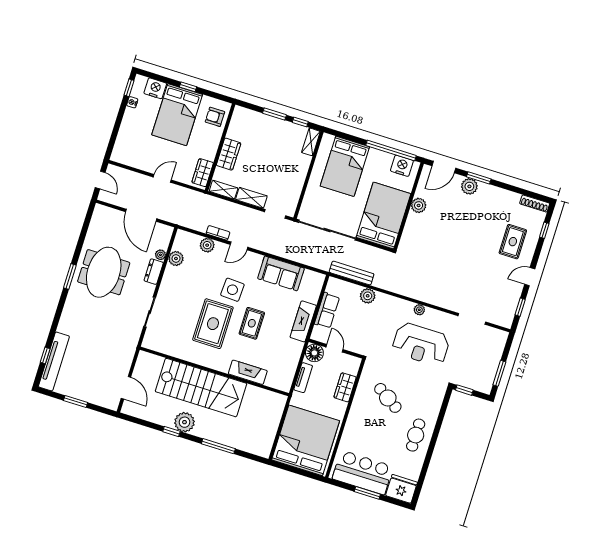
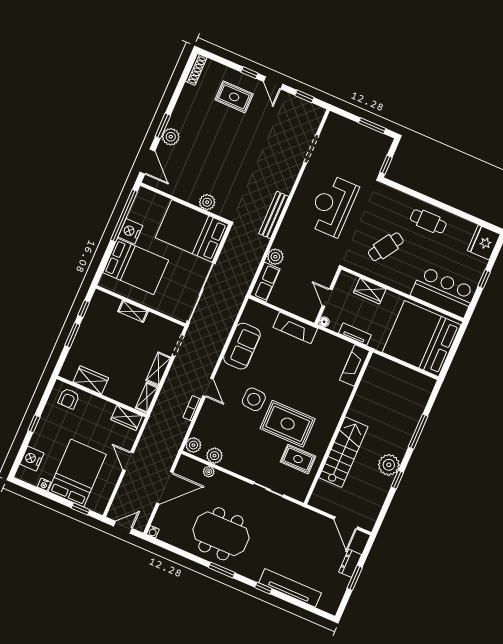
window: (129, 88) -> (80, 509), moved
bed: (177, 115) -> (77, 473), moved, turned -90
shelving: (311, 142) -> (133, 311), moved
wardrobe: (229, 154) -> (91, 380), moved
nightstand: (402, 166) -> (130, 231), moved
plant: (419, 205) -> (207, 202), moved
water cooler: (99, 209) -> (153, 532), added
window: (544, 230) -> (249, 73), moved
plant: (207, 245) -> (193, 445), moved
dresser: (154, 272) -> (350, 563), moved, turned 90
bench: (352, 273) -> (274, 215), moved
row of seats: (327, 310) -> (265, 282), moved, turned 90
plant: (419, 310) -> (296, 204), removed
rug: (252, 323) -> (298, 459), moved
reception desk: (421, 344) -> (332, 206), turned 180
door: (334, 348) -> (327, 298), hinge flipped
floor lamp: (314, 353) -> (324, 322), width x0.53, depth x0.53
window: (45, 356) -> (263, 588), moved
tv unit: (54, 361) -> (290, 588), moved
fireplace: (248, 372) -> (355, 365), moved
door: (126, 388) -> (346, 523), swing flipped
stairs: (201, 388) -> (343, 452), width x0.73, depth x0.66
bar counter: (363, 473) -> (443, 292), moved, turned 90
window: (367, 493) -> (484, 279), width x0.67

